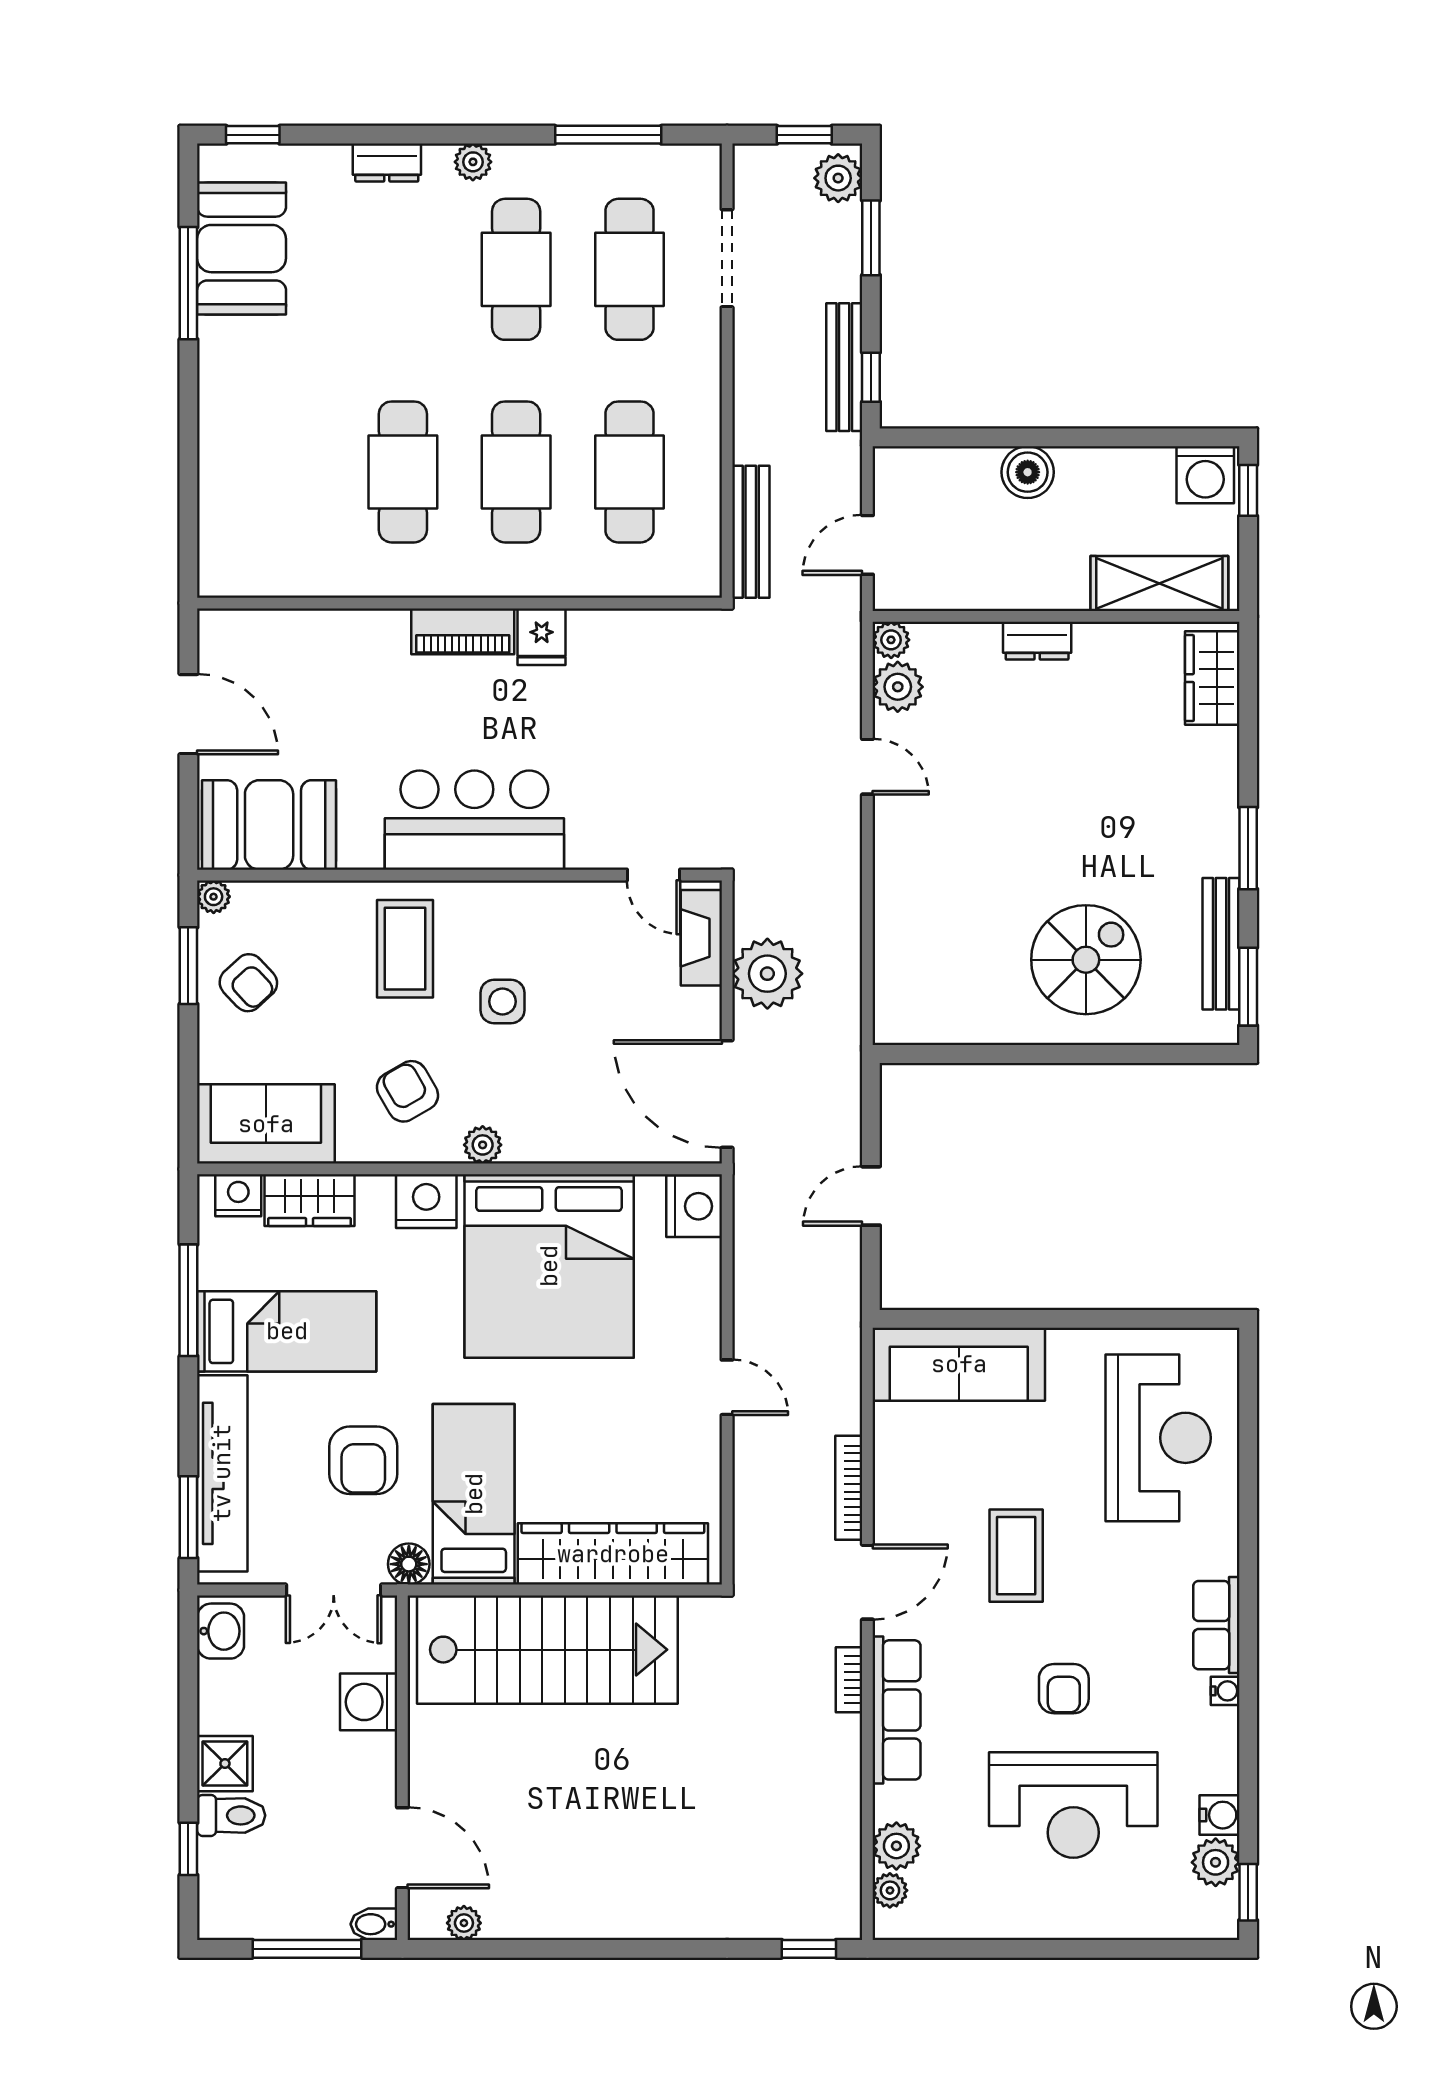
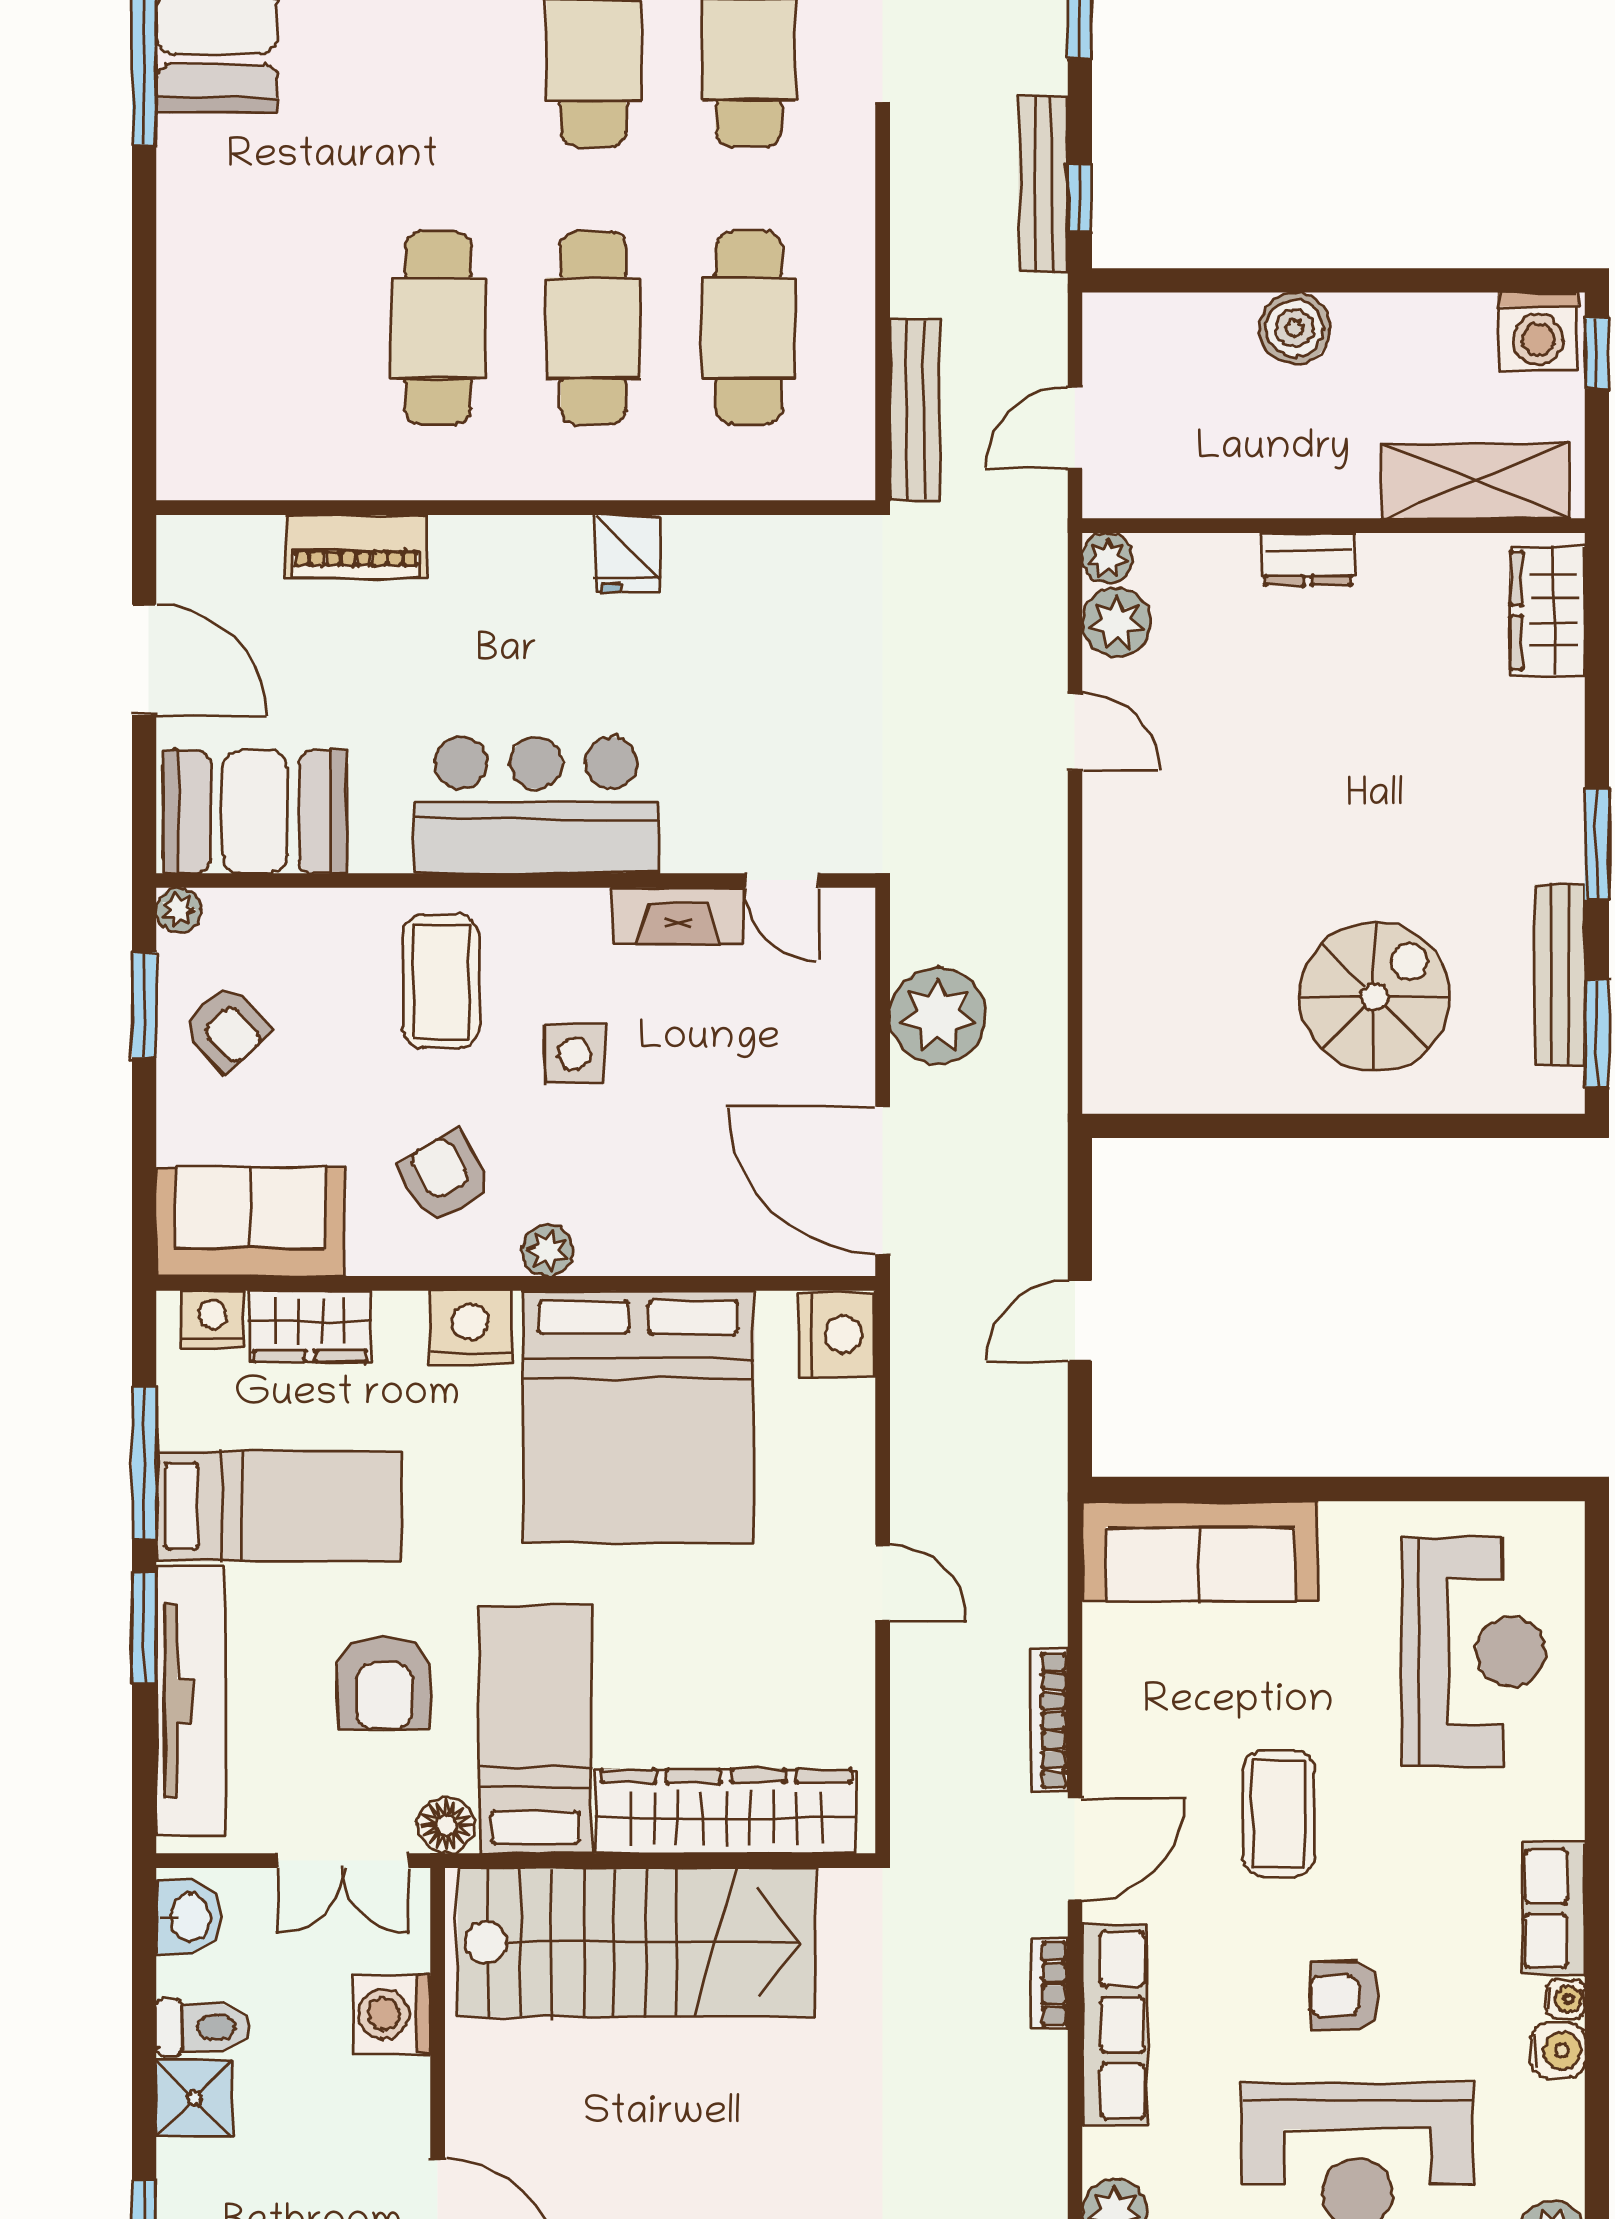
piano: (463, 631) -> (356, 546), moved
fireplace: (701, 938) -> (677, 916), moved, turned -90
window: (188, 1517) -> (144, 1628), moved
armchair: (1064, 1689) -> (1344, 1996), turned 90
toilet: (231, 1815) -> (203, 2027), moved
water cooler: (1220, 1815) -> (1558, 2050), moved

